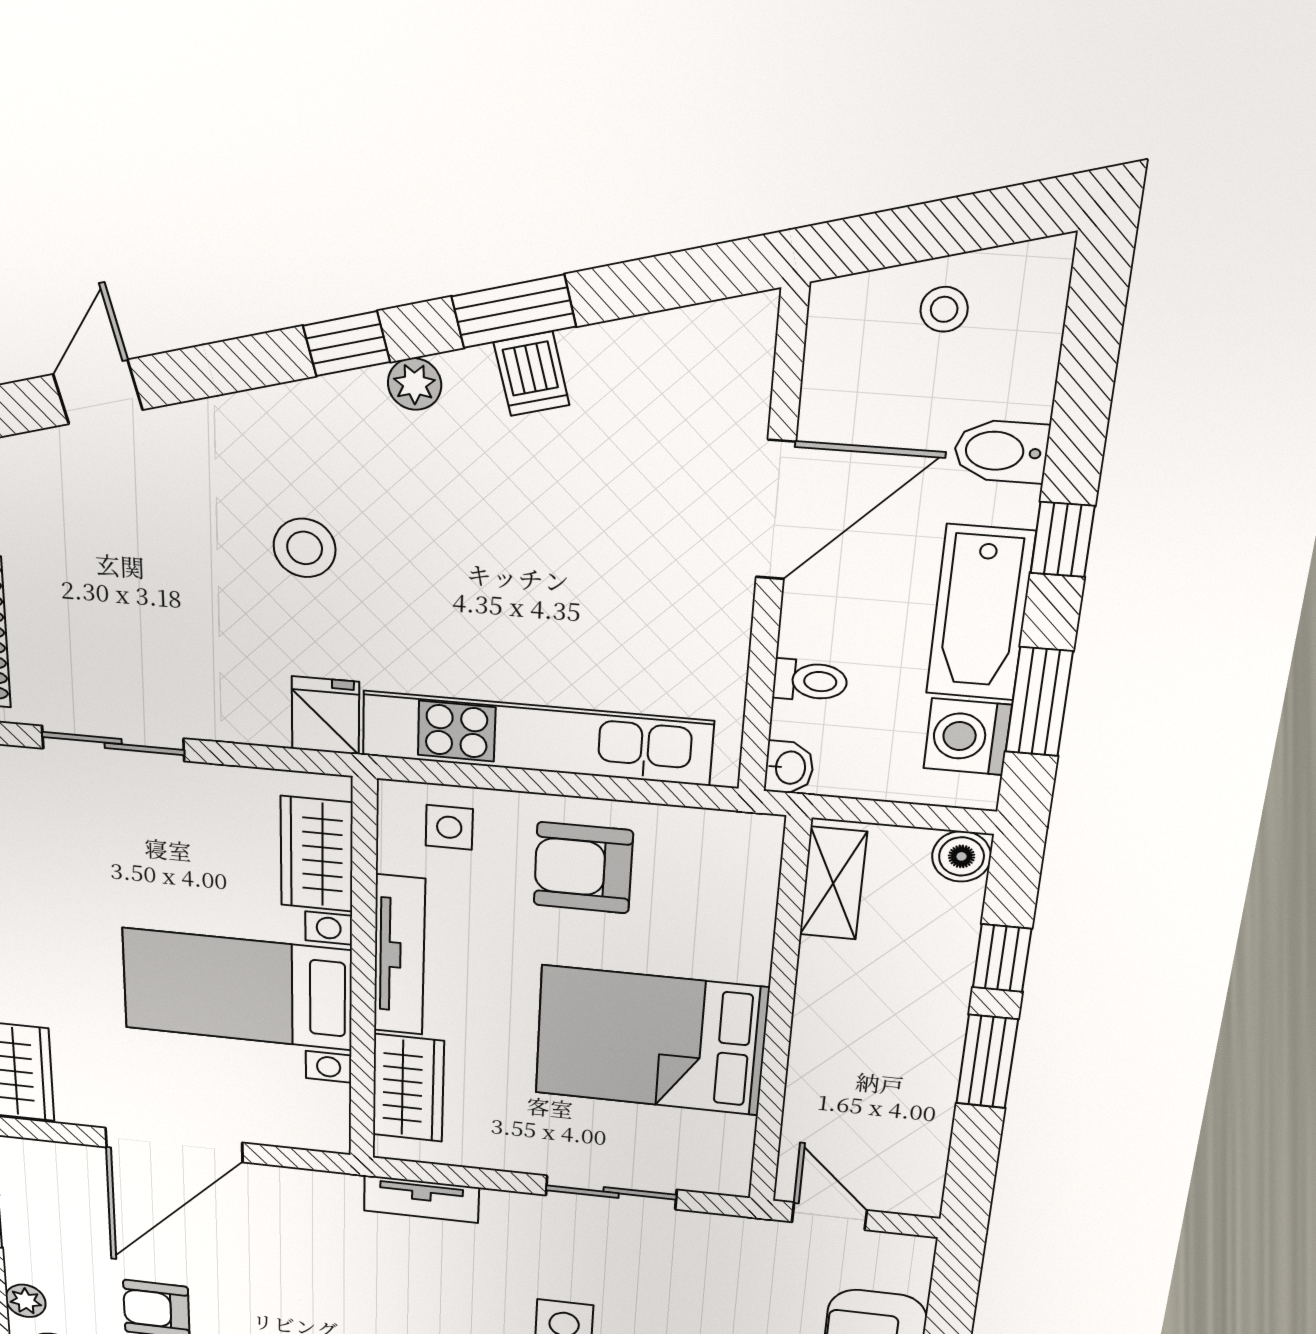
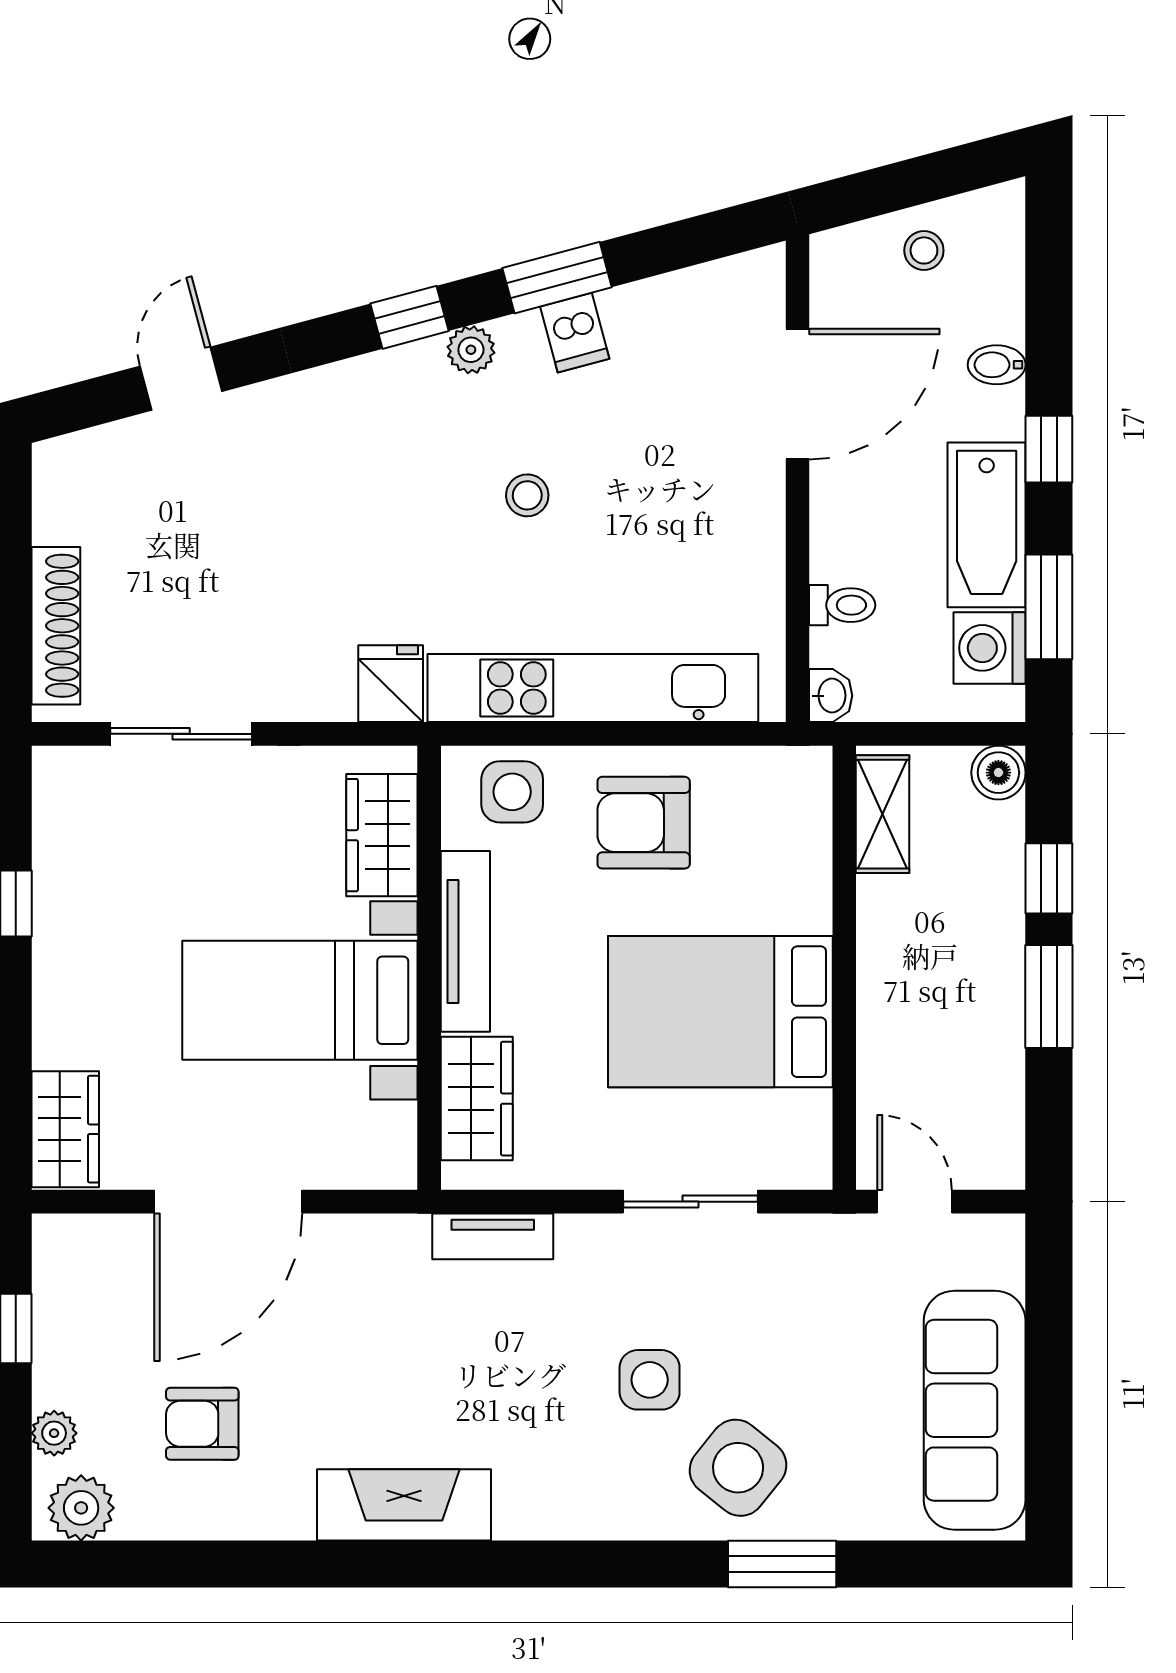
bidet: (1001, 451) -> (997, 365), width x0.72, depth x0.74
door: (776, 510) -> (797, 394), moved
stool: (305, 548) -> (527, 495), moved, width x0.73, depth x0.73
side table: (449, 827) -> (512, 792), width x1.37, depth x1.37

